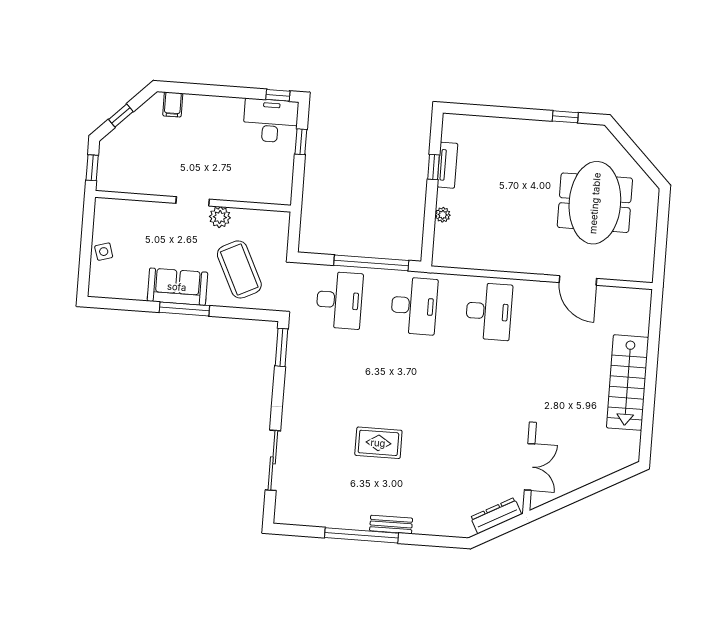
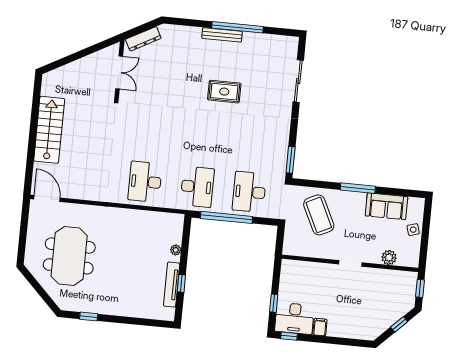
filing cabinet: (173, 104) -> (320, 327), moved
tv unit: (447, 165) -> (172, 285), width x1.41
plant: (220, 217) -> (389, 258), moved
door: (578, 280) -> (47, 198), moved
sofa: (177, 287) -> (386, 206), moved
desk: (414, 306) -> (197, 187), turned 180
double door: (530, 467) -> (119, 72), swing flipped
bench: (391, 524) -> (222, 35), width x1.36

